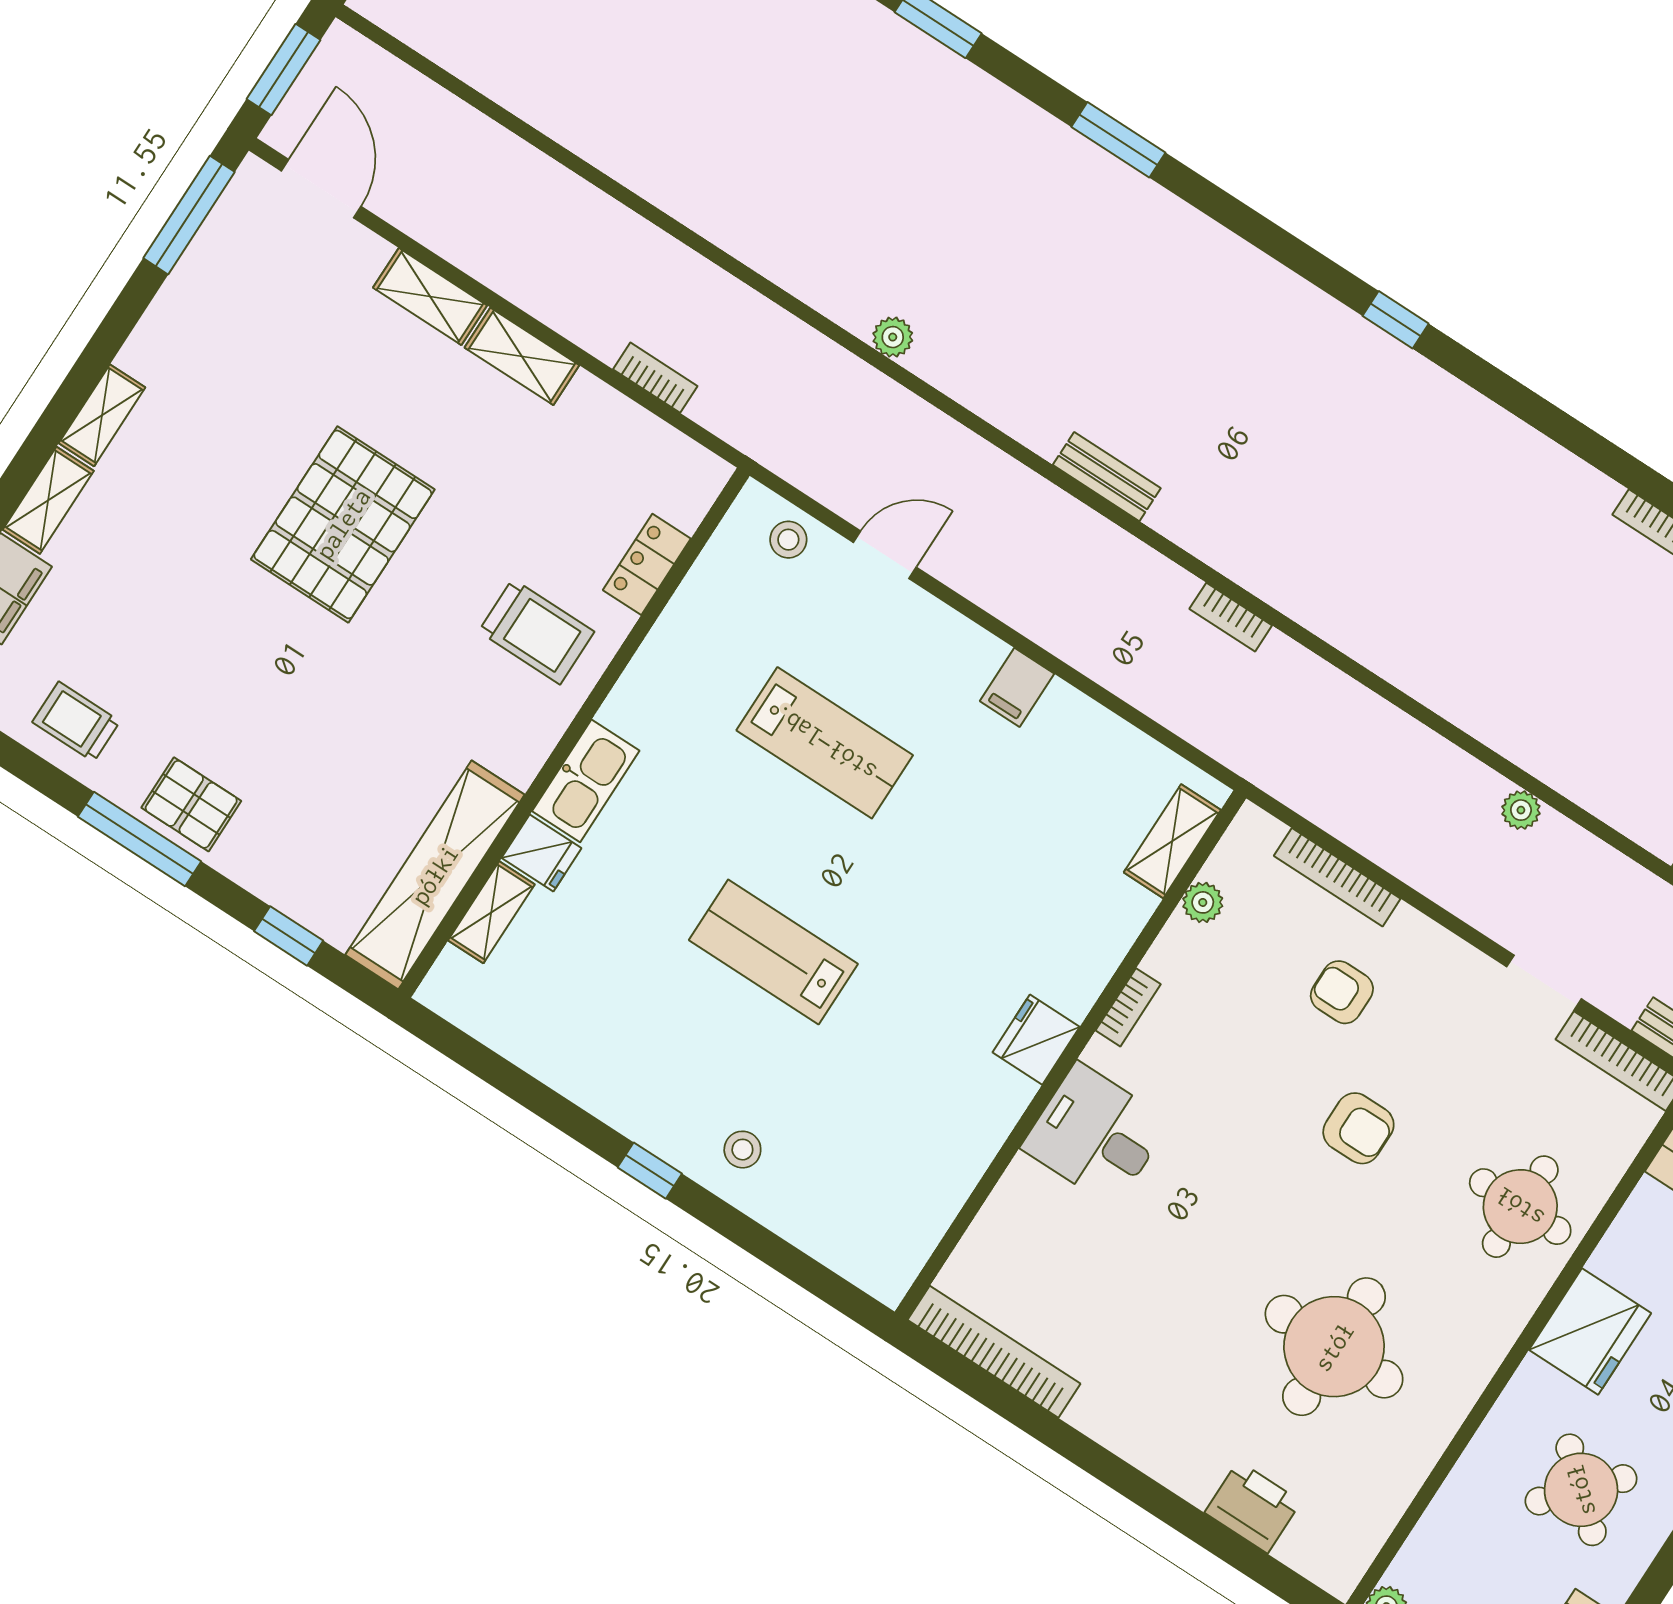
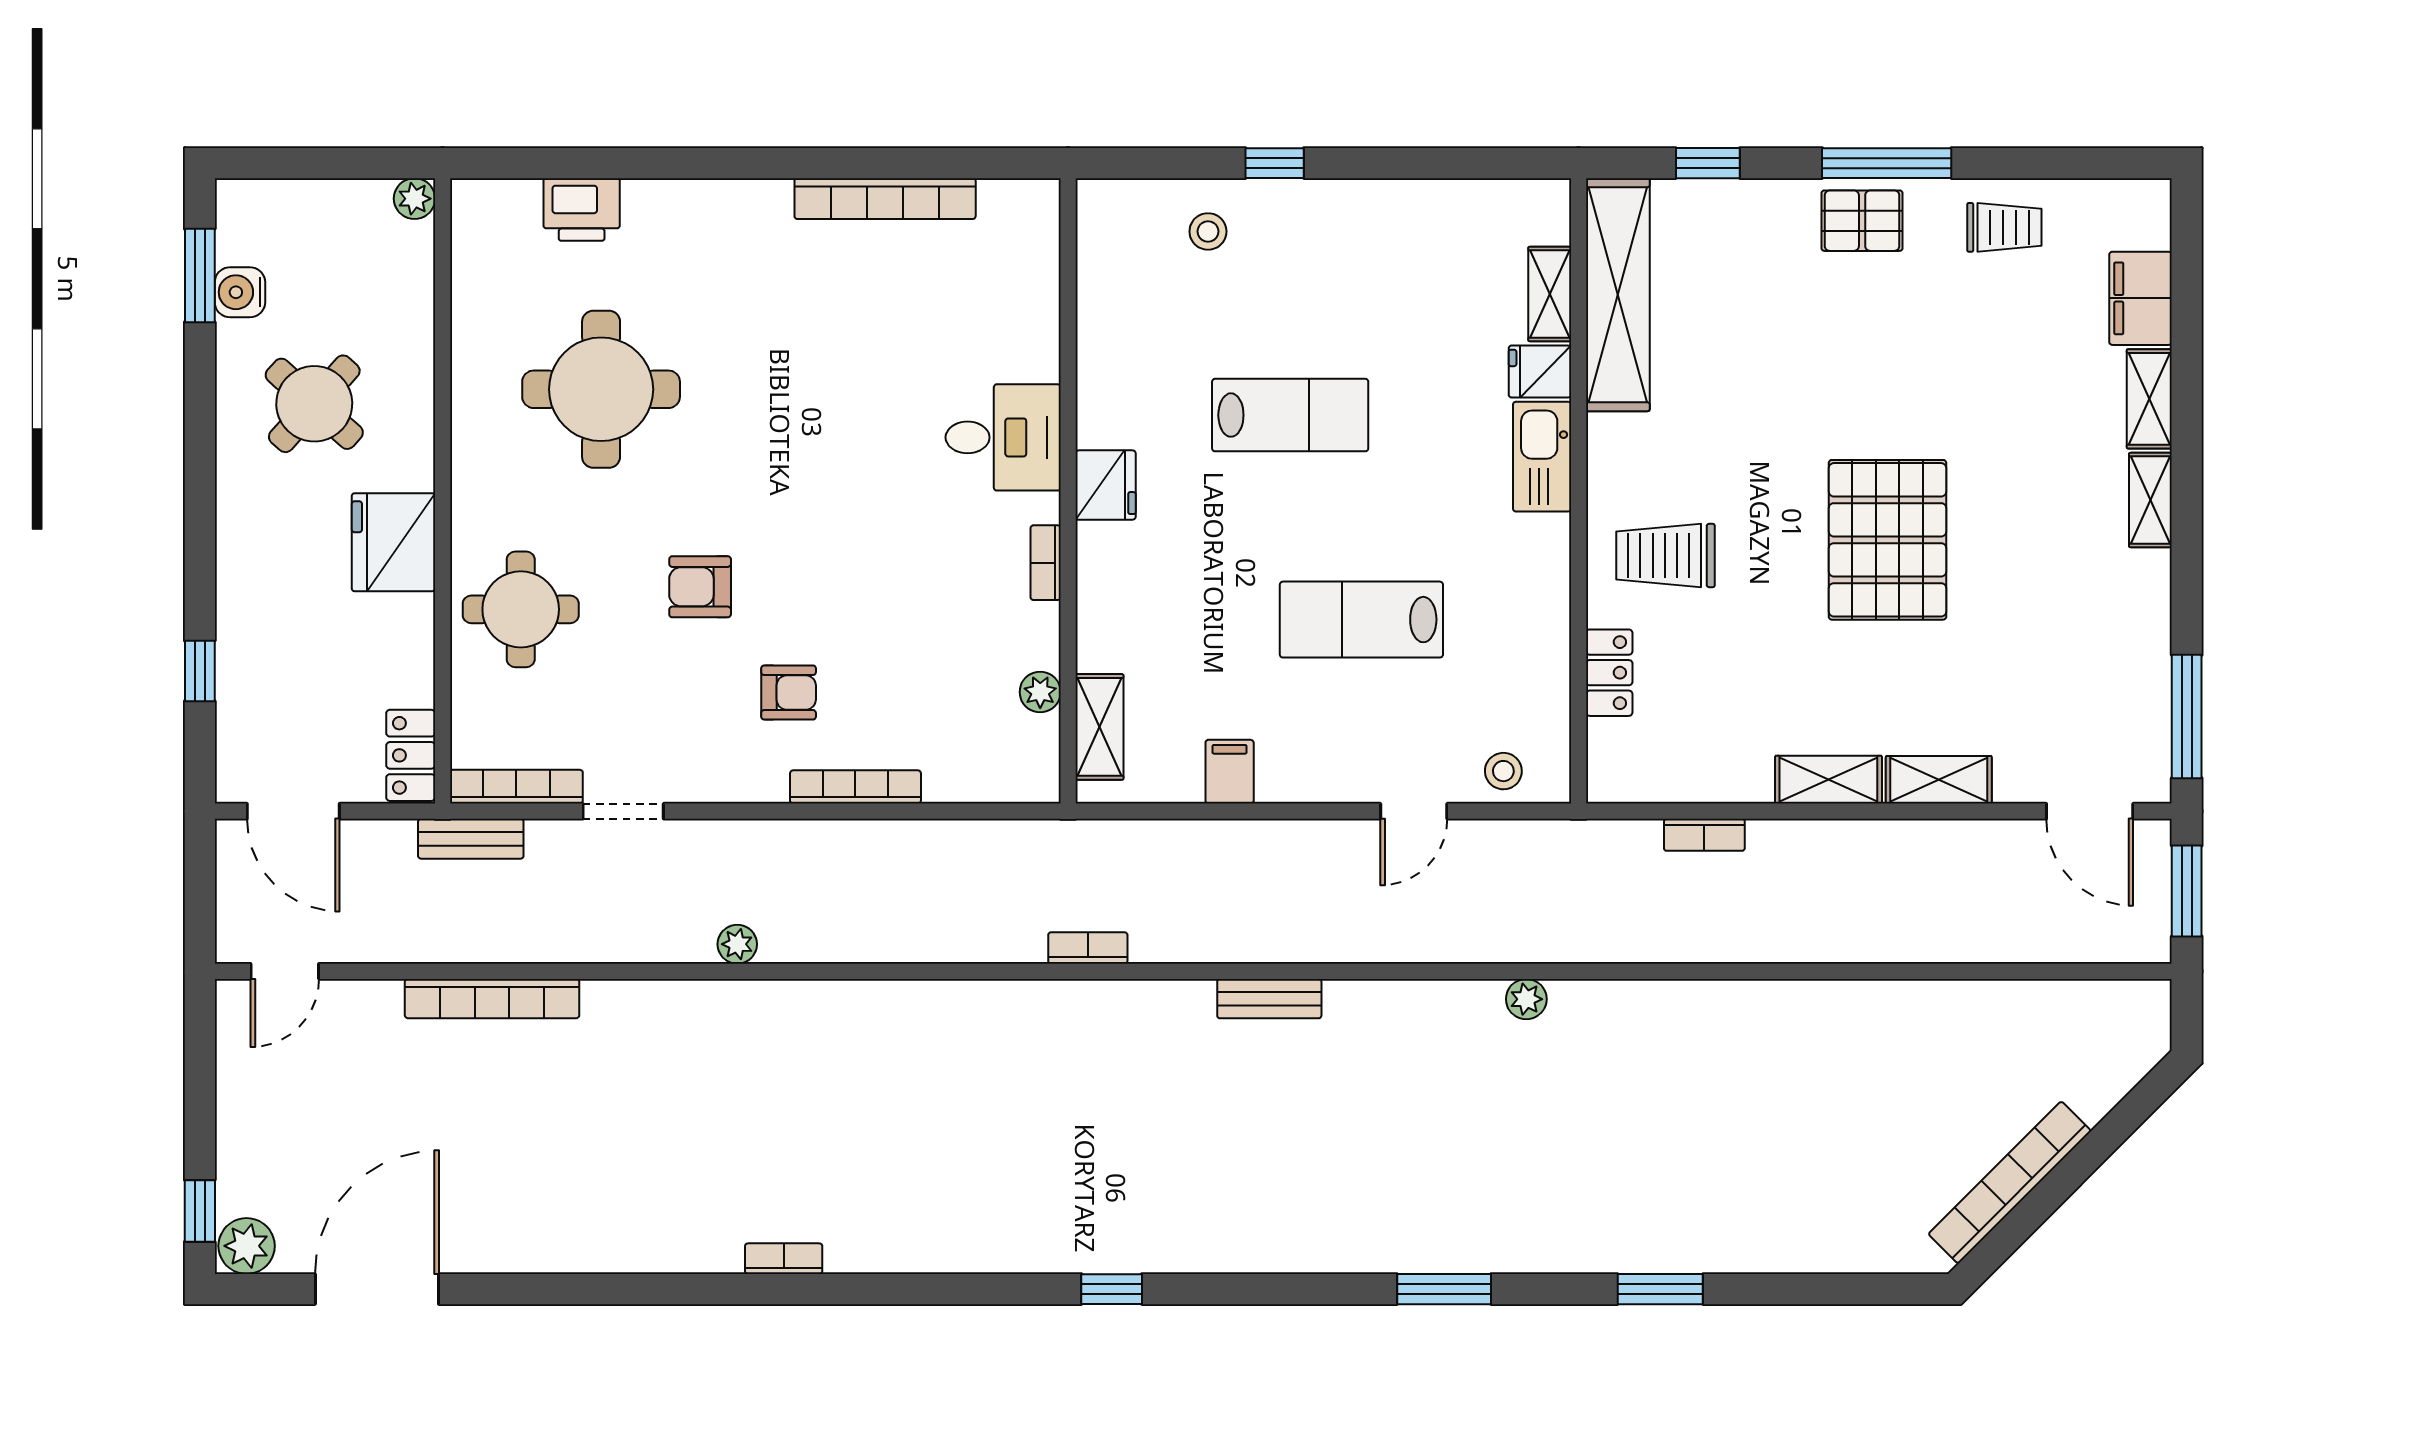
shelving: (1172, 841) -> (1099, 727), moved
plant: (1203, 902) -> (1040, 692), moved
bookcase: (1128, 1007) -> (1046, 563), moved
fridge: (1036, 1040) -> (1106, 485), moved
wall: (1071, 1055) -> (1068, 491), moved
desk: (1096, 1135) -> (1003, 437), moved

